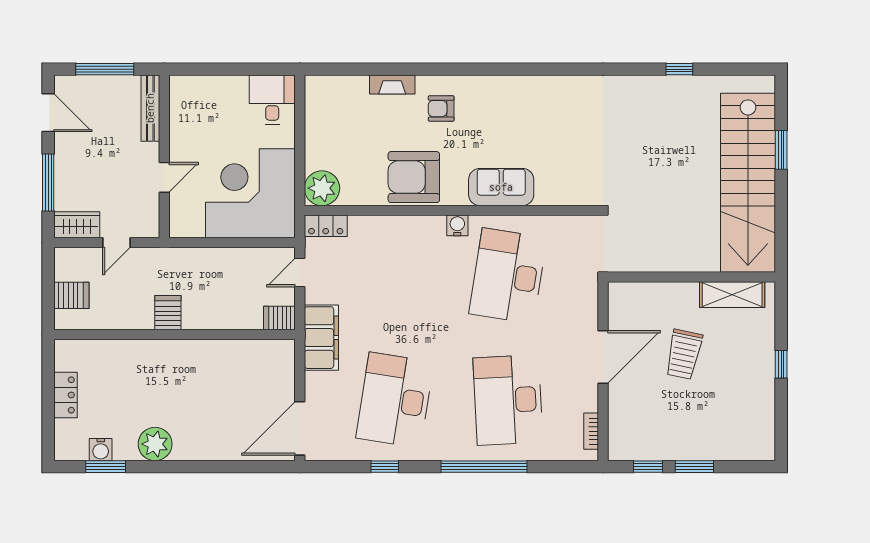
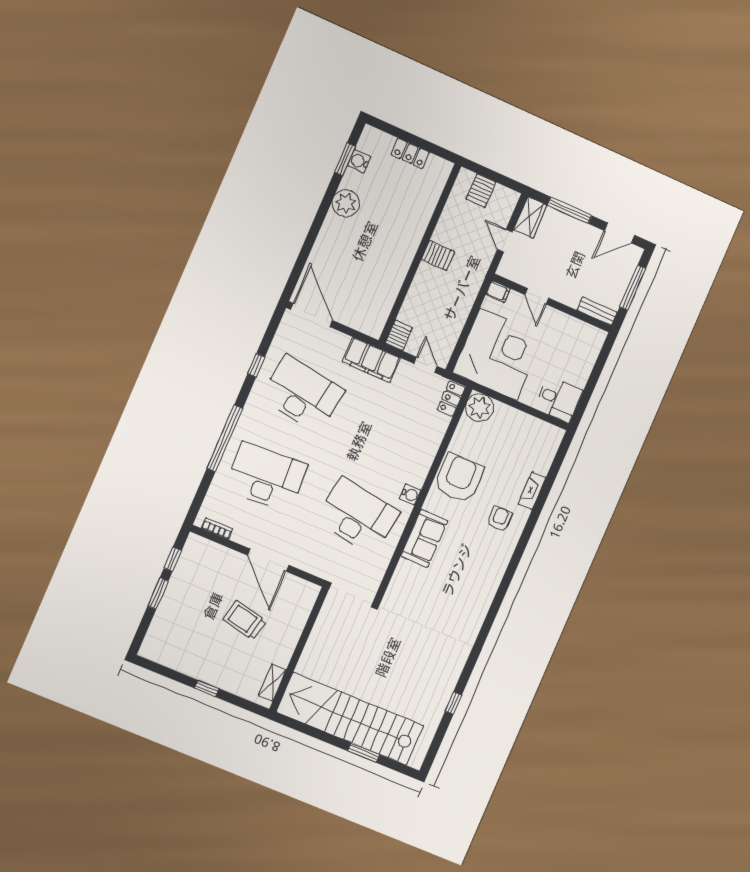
bench: (150, 108) -> (597, 311), width x0.73
filing cabinet: (179, 225) -> (498, 292), added
shelving: (732, 295) -> (272, 683), width x0.67, depth x0.75

